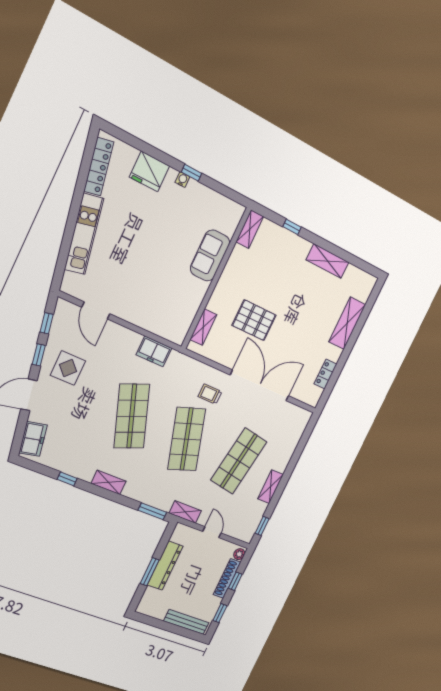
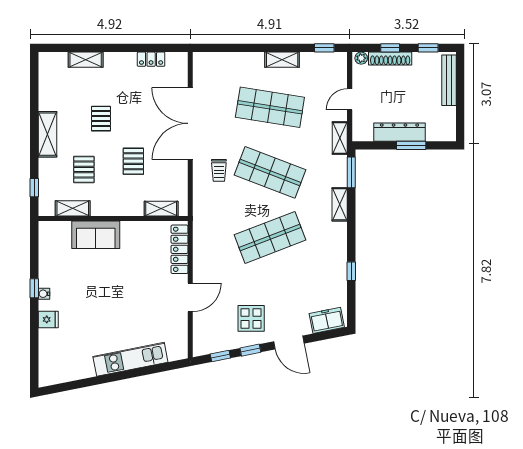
locker: (99, 167) -> (180, 249), moved, turned -79
fridge: (149, 171) -> (48, 319), width x0.53, depth x0.75
window: (292, 227) -> (34, 188), moved
shelving: (250, 229) -> (73, 208), moved
shelving: (328, 261) -> (47, 134), moved
pallet: (269, 272) -> (84, 169), added
pallet: (302, 308) -> (101, 119), added
door: (96, 310) -> (190, 297), moved
pallet: (254, 320) -> (133, 161), width x0.67, depth x0.71
shelving: (347, 323) -> (86, 60), width x0.67, depth x0.75
freezer: (154, 351) -> (203, 245), removed
shop shelf: (187, 439) -> (270, 172), turned 39
shelving: (109, 482) -> (340, 204), moved

